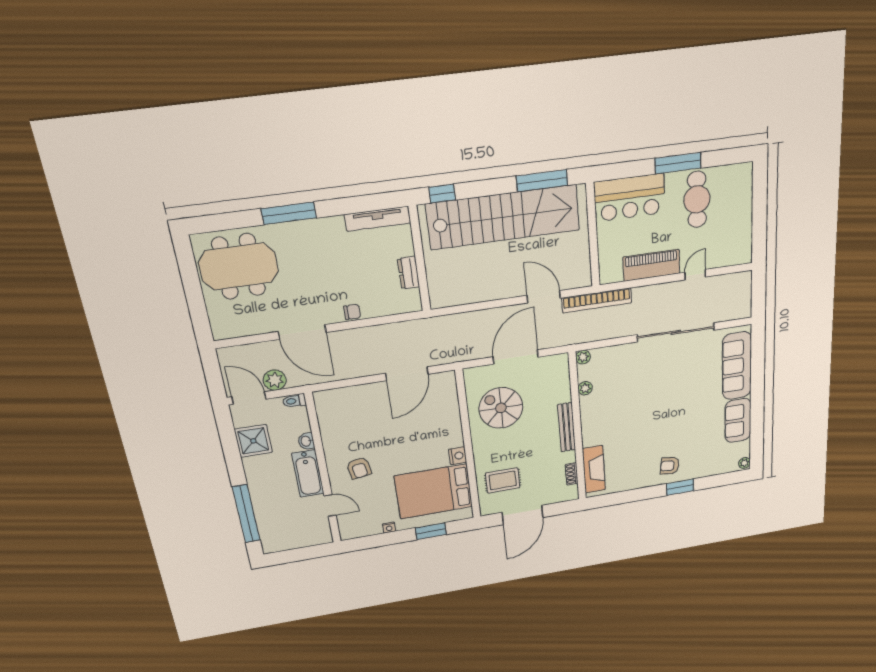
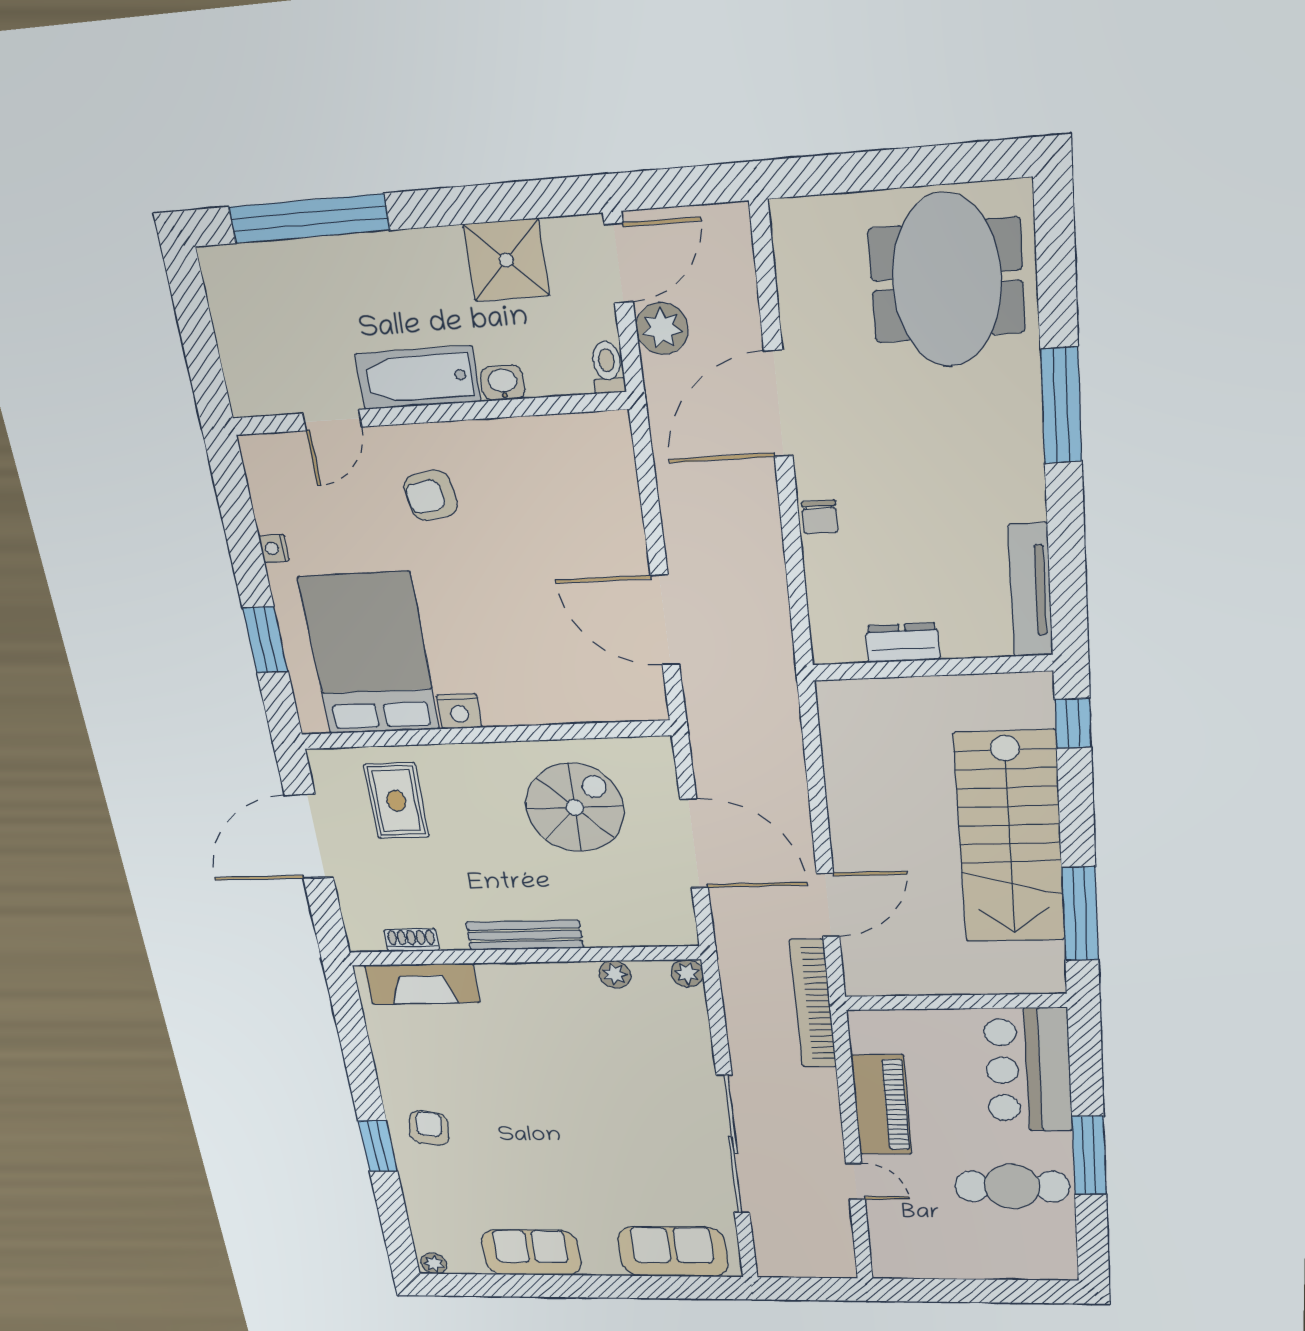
stairs: (504, 217) -> (1010, 838), width x0.73
sofa: (737, 366) -> (673, 1252), width x0.73
door: (523, 515) -> (309, 837), hinge flipped

